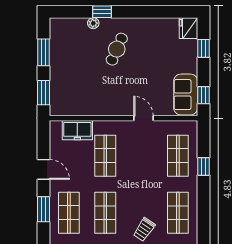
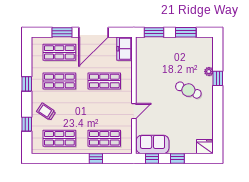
window: (203, 48) -> (177, 158), moved
freezer: (77, 130) -> (124, 49), moved
door: (43, 169) -> (93, 32), width x1.88

